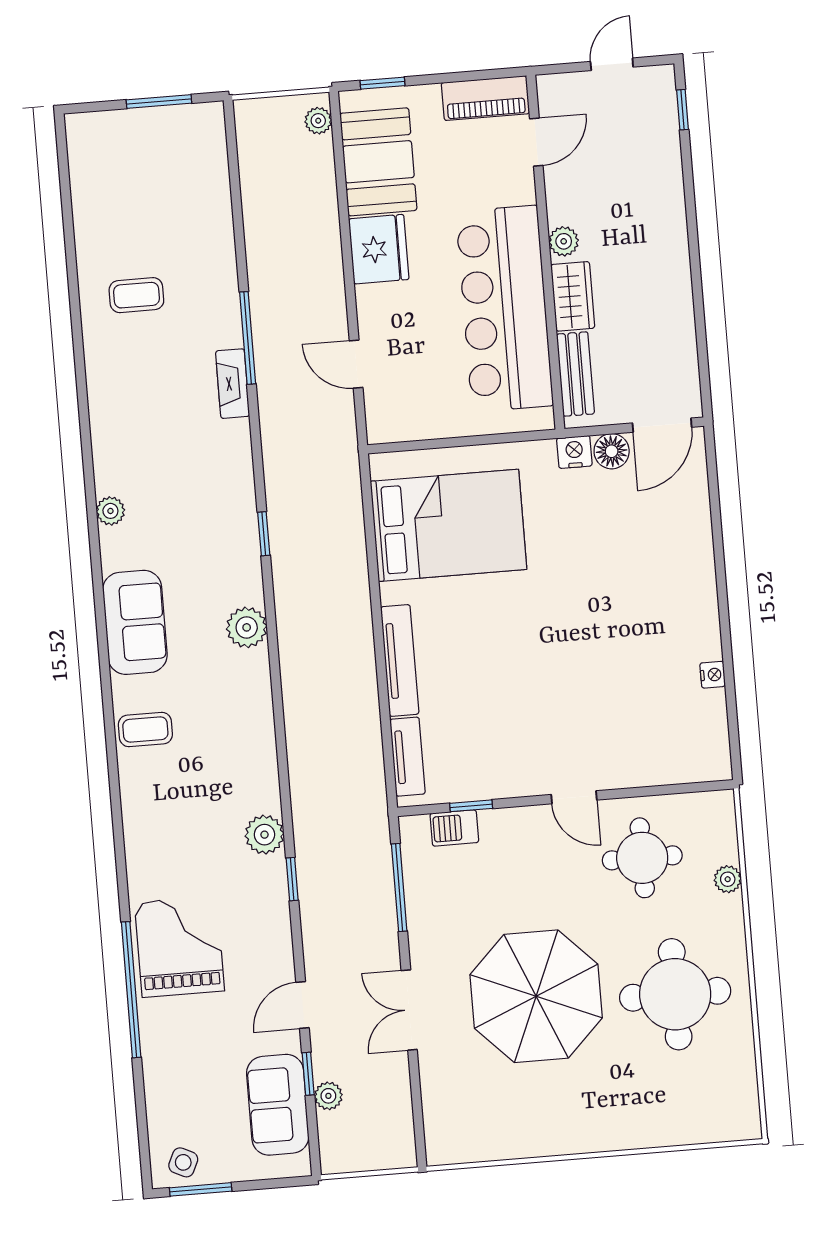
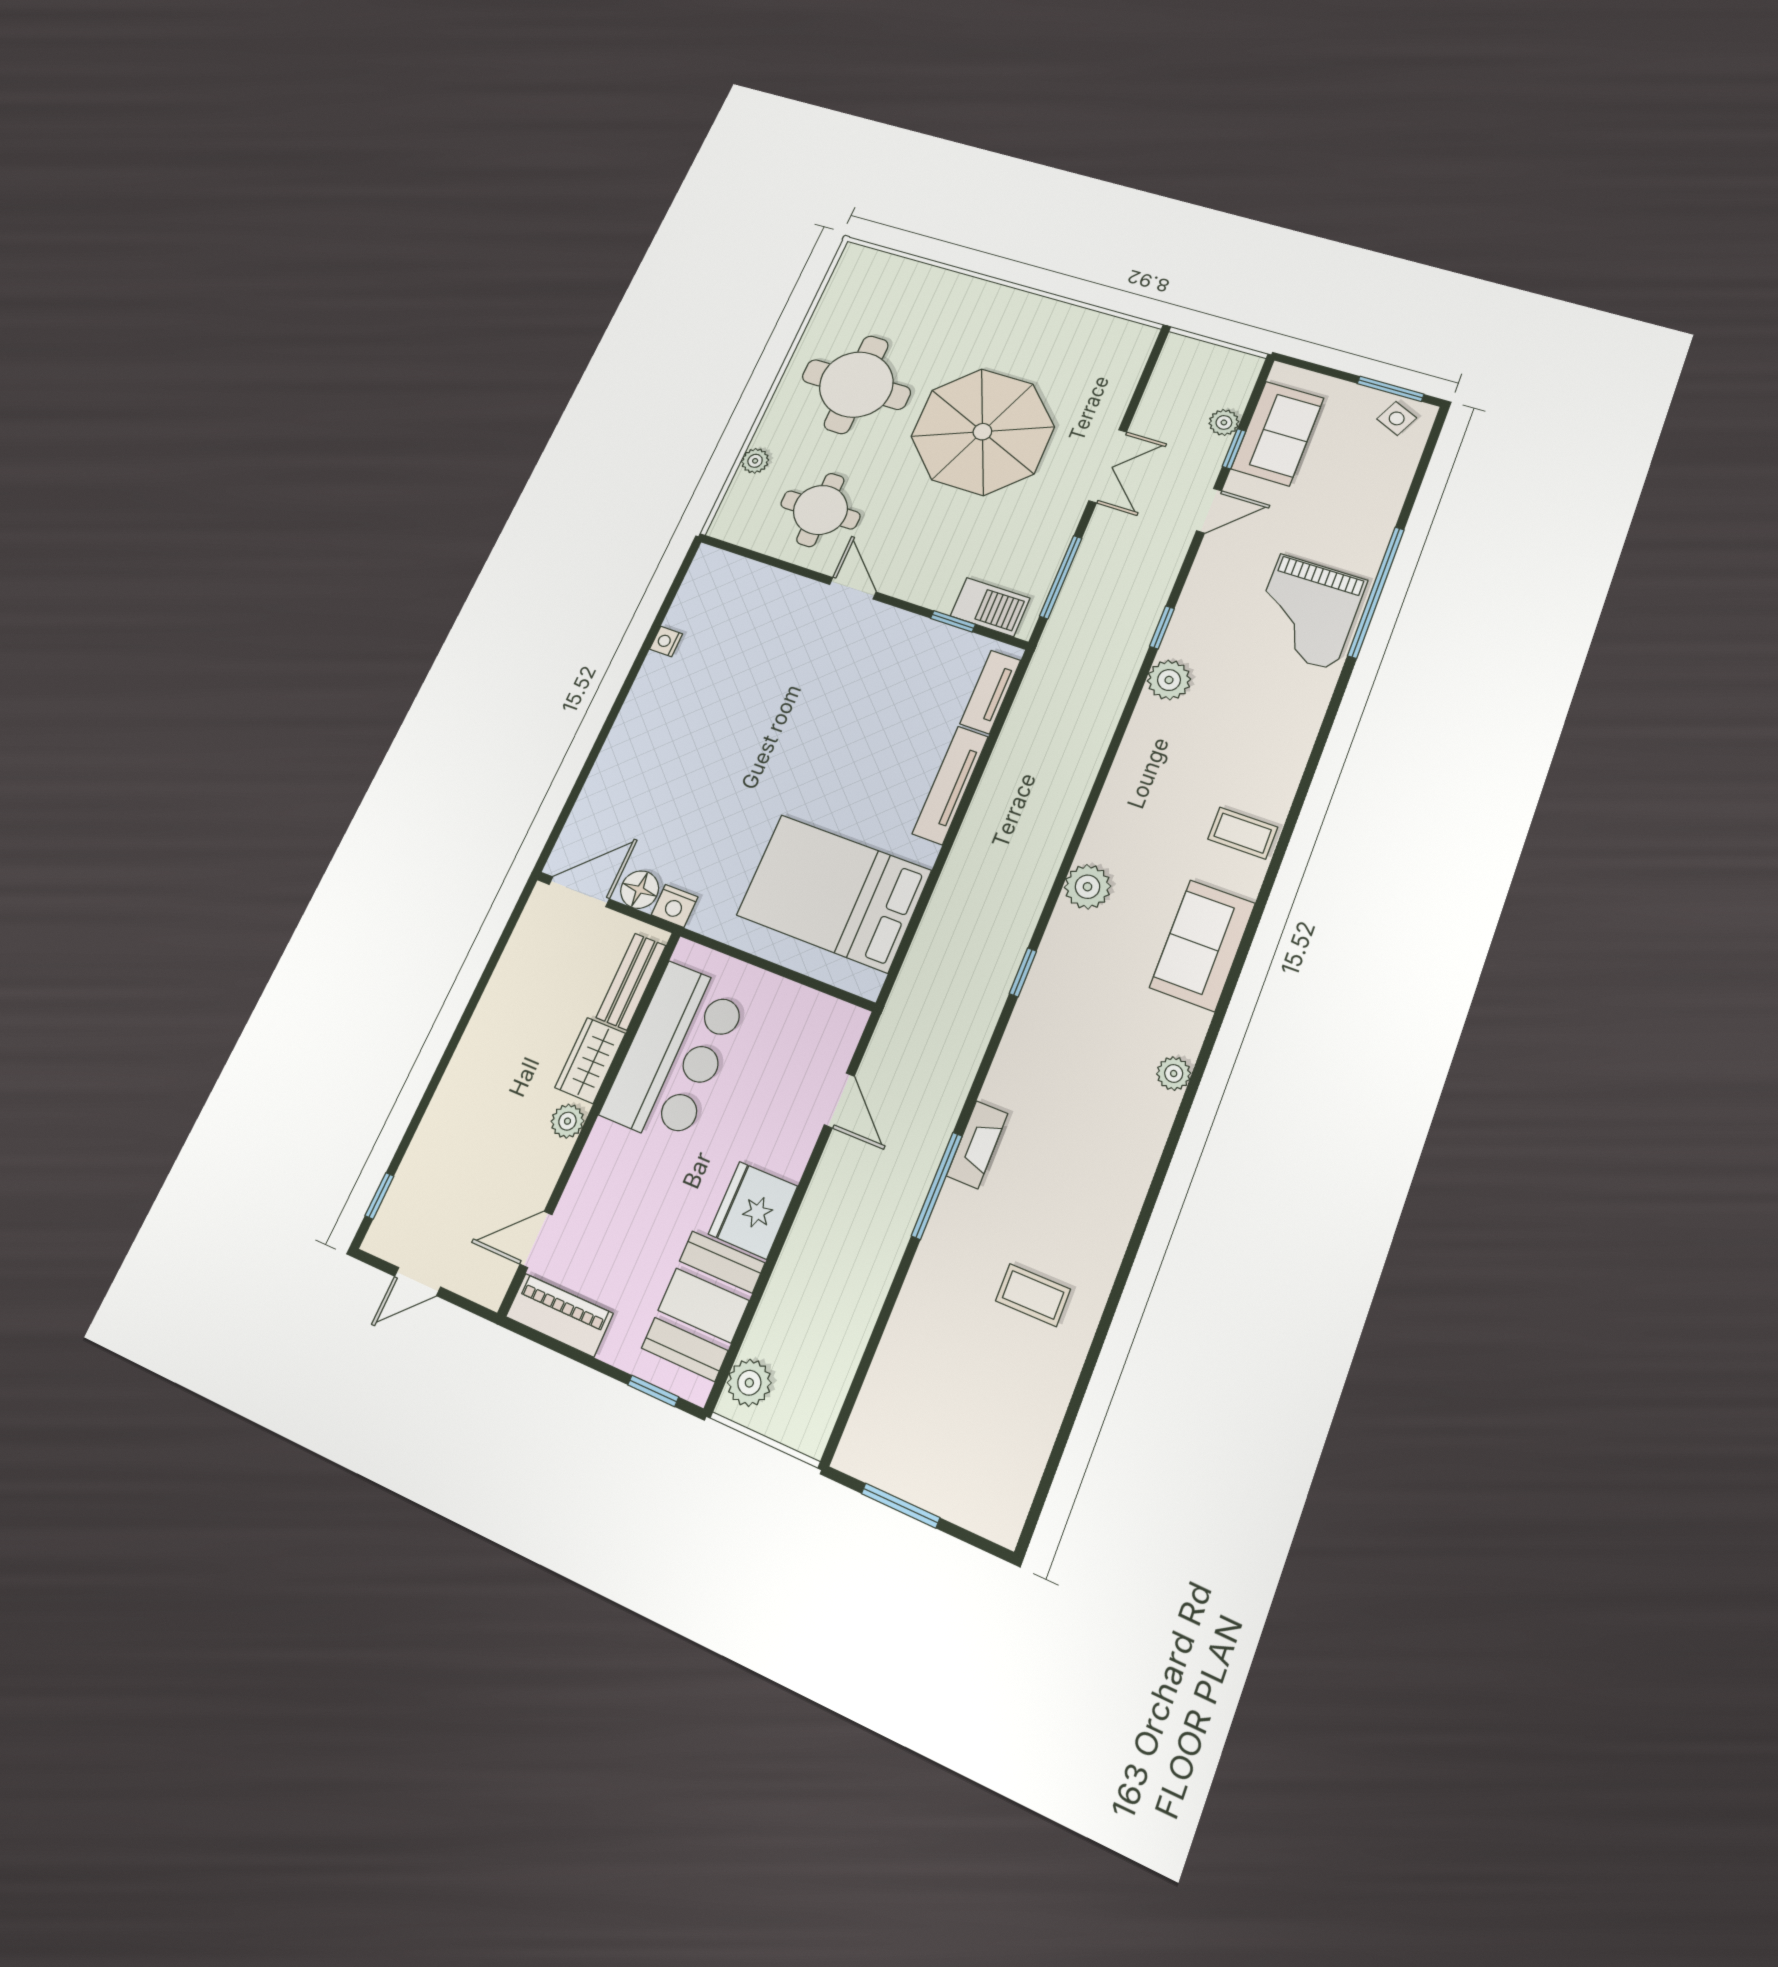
plant: (318, 121) -> (749, 1383), width x1.38, depth x1.38
bar counter: (505, 309) -> (675, 1054), width x0.73
barbecue: (454, 828) -> (990, 607), width x1.38, depth x1.27

